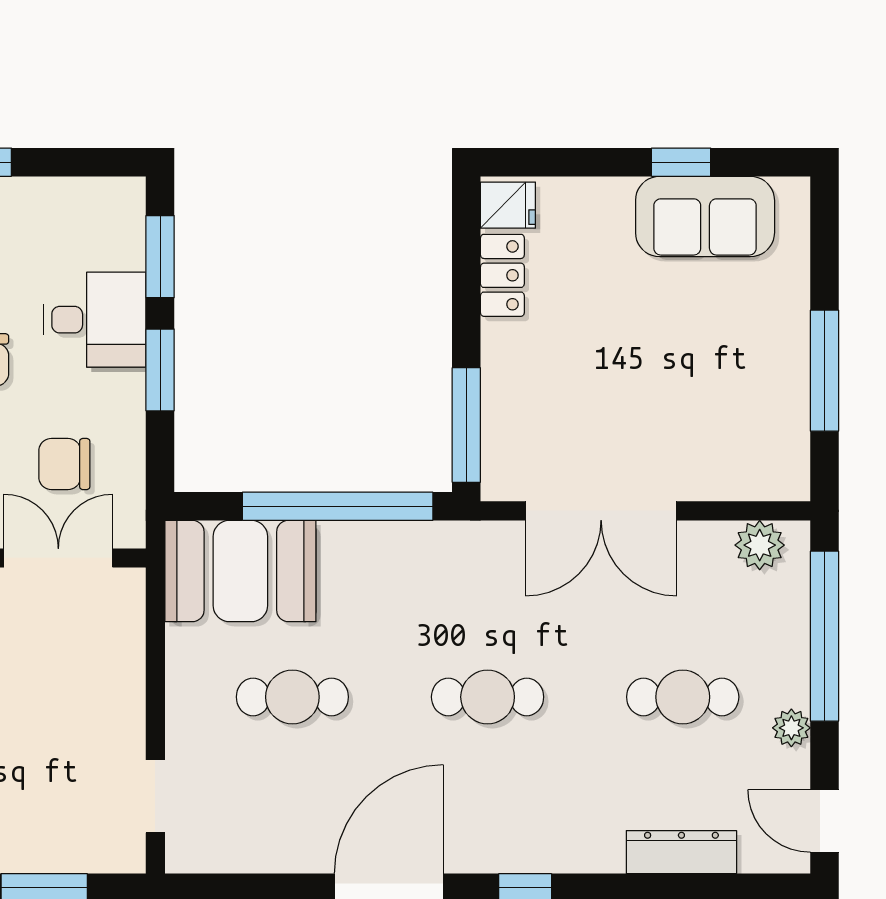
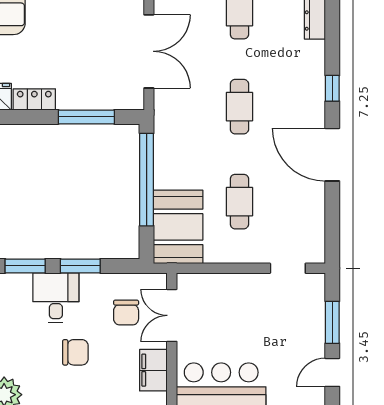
window: (466, 425) -> (86, 117), moved

